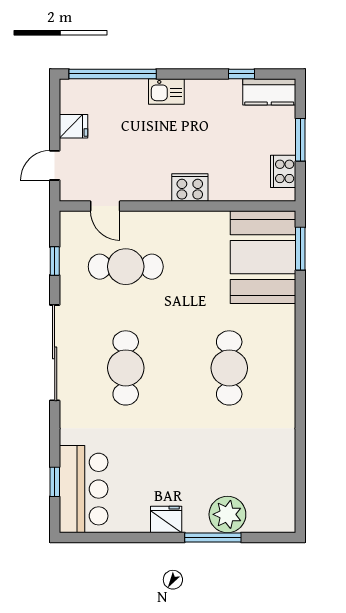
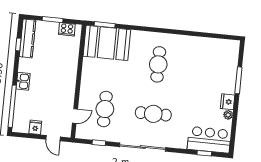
kitchen counter: (269, 92) -> (28, 38), width x1.50
cooker: (190, 187) -> (70, 75), removed
cafe table: (229, 368) -> (158, 64), turned 90
plant: (227, 514) -> (228, 115), moved, width x0.53, depth x0.53

